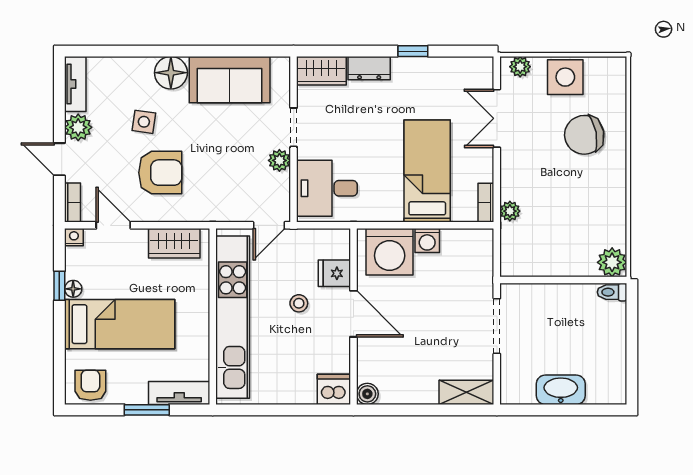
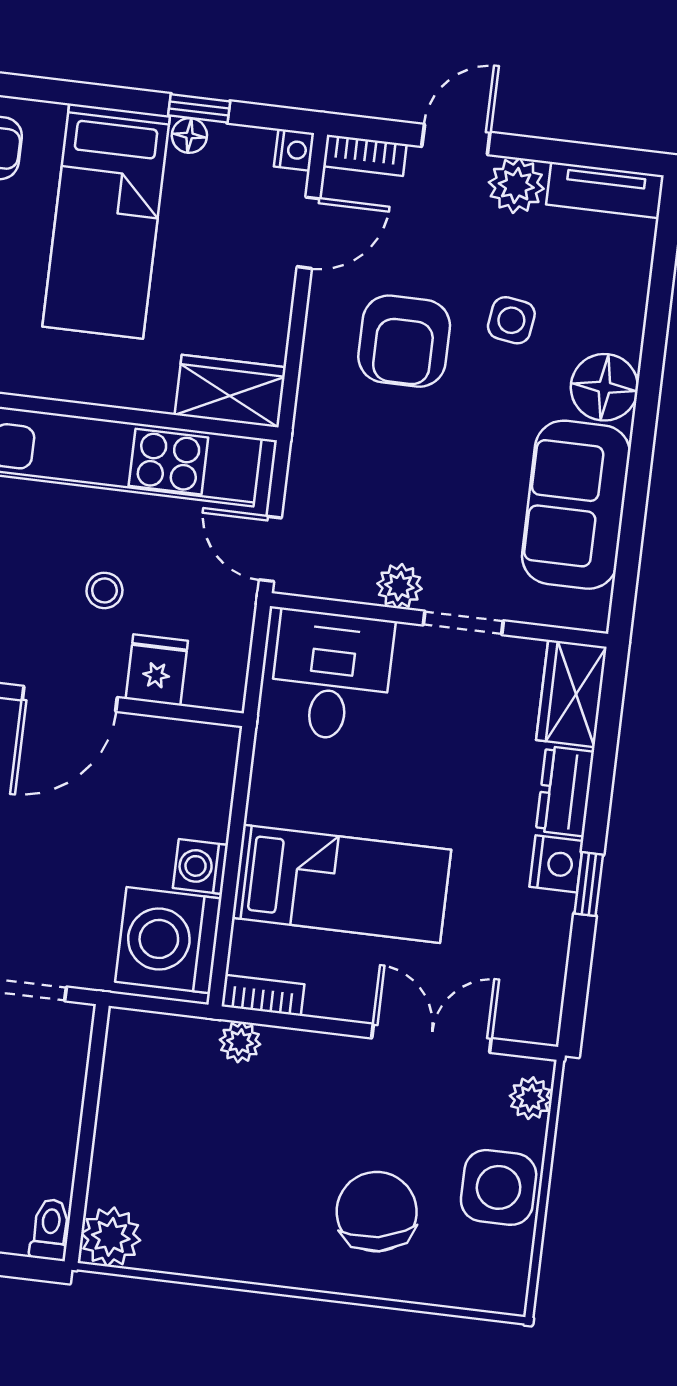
nightstand: (405, 68) -> (556, 864), added
wardrobe: (174, 243) -> (230, 391), moved, turned 90
washing machine: (390, 252) -> (168, 940), moved

